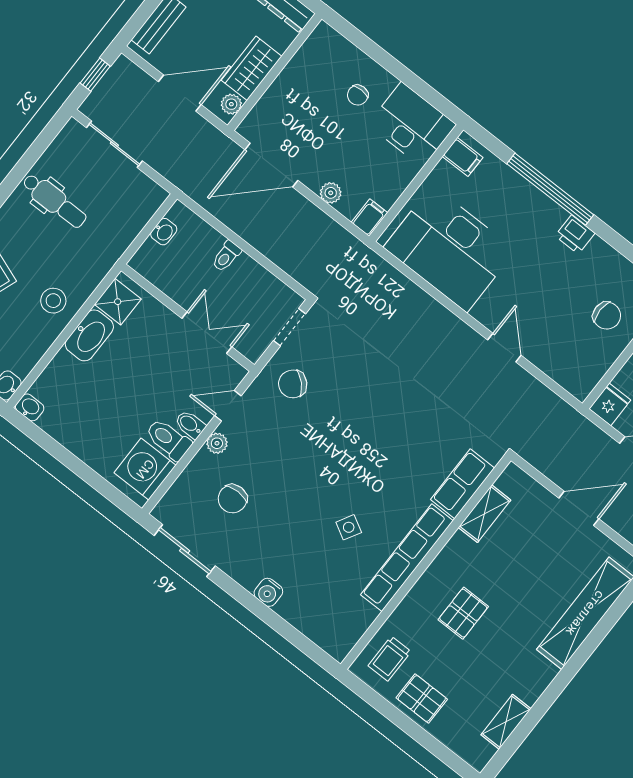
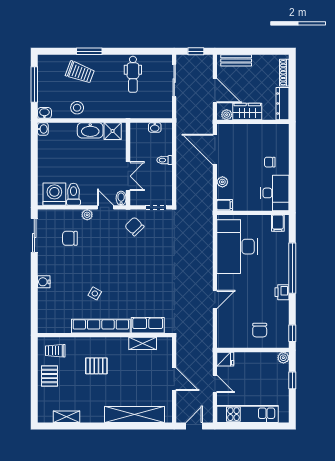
stool: (53, 301) -> (77, 108), moved
bidet: (190, 424) -> (121, 198), moved

